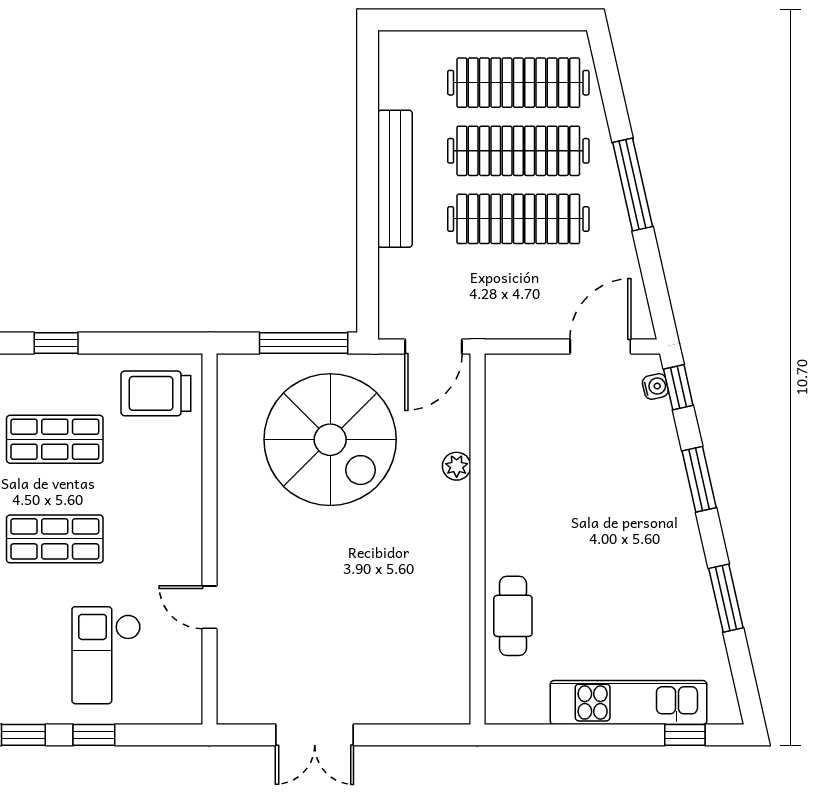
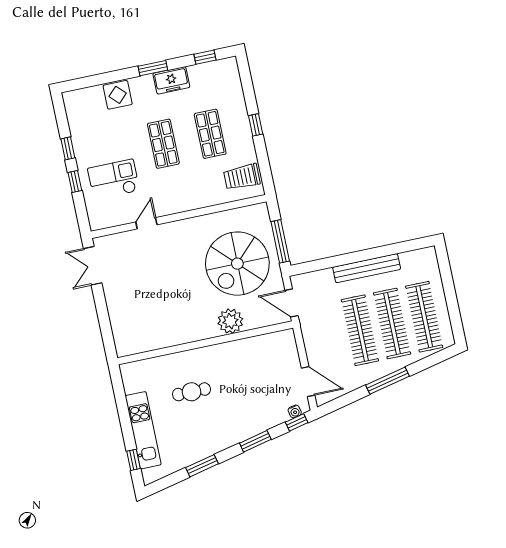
trolley: (156, 393) -> (242, 177), turned -90
plant: (457, 466) -> (230, 321), width x1.87, depth x1.87
cafe table: (513, 616) -> (191, 392), moved
double door: (315, 735) -> (93, 266), moved

